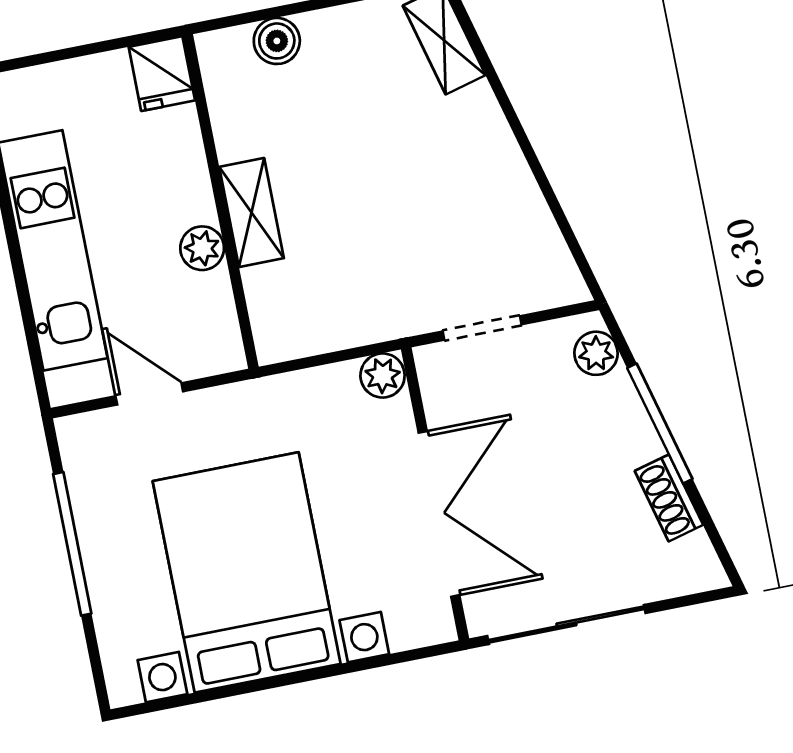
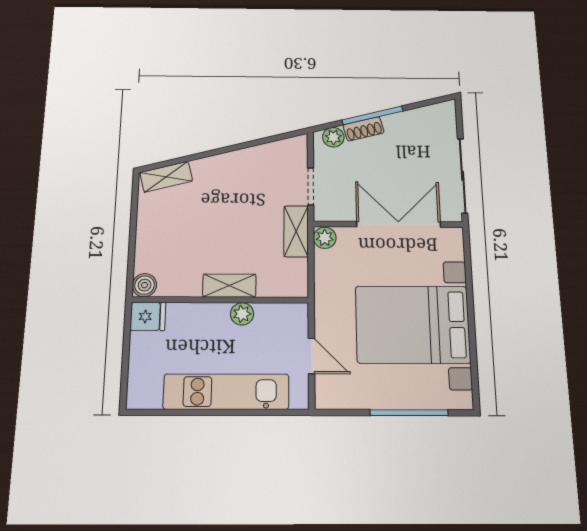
boiler: (277, 41) -> (145, 285), moved
shelving: (384, 318) -> (296, 231), added
door: (149, 394) -> (311, 356), swing flipped
shoe rack: (669, 498) -> (364, 129), moved
window: (72, 544) -> (409, 413), moved

